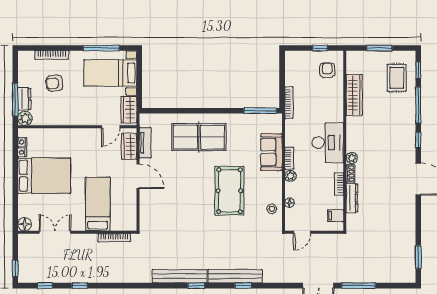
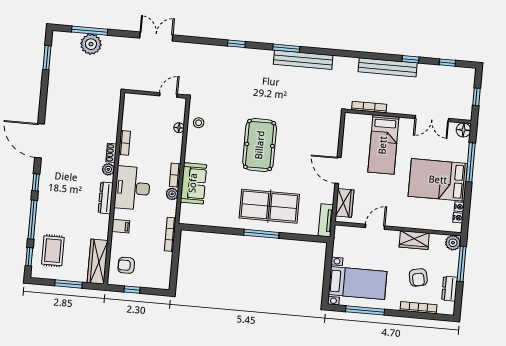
armchair: (327, 70) -> (126, 265), turned 90
armchair: (54, 83) -> (418, 277), turned 86
wardrobe: (354, 95) -> (98, 262), moved
dresser: (24, 99) -> (450, 289), moved
wardrobe: (129, 110) -> (414, 240), moved, turned 90
window: (260, 111) -> (261, 234), moved
door: (111, 127) -> (375, 227), moved
tv unit: (145, 143) -> (326, 220), moved
plant: (290, 176) -> (172, 194), moved
pool table: (229, 191) -> (260, 145), moved
window: (15, 195) -> (471, 162), added
dresser: (352, 198) -> (106, 198), moved
filing cabinet: (336, 216) -> (121, 226), moved
window: (15, 268) -> (476, 97), moved
plant: (378, 273) -> (91, 44), added
bench: (235, 276) -> (388, 67), moved
window: (196, 286) -> (286, 48), width x1.50
window: (358, 286) -> (90, 31), moved

